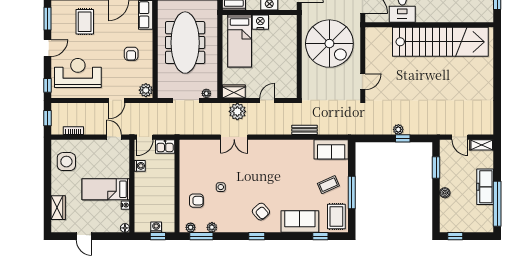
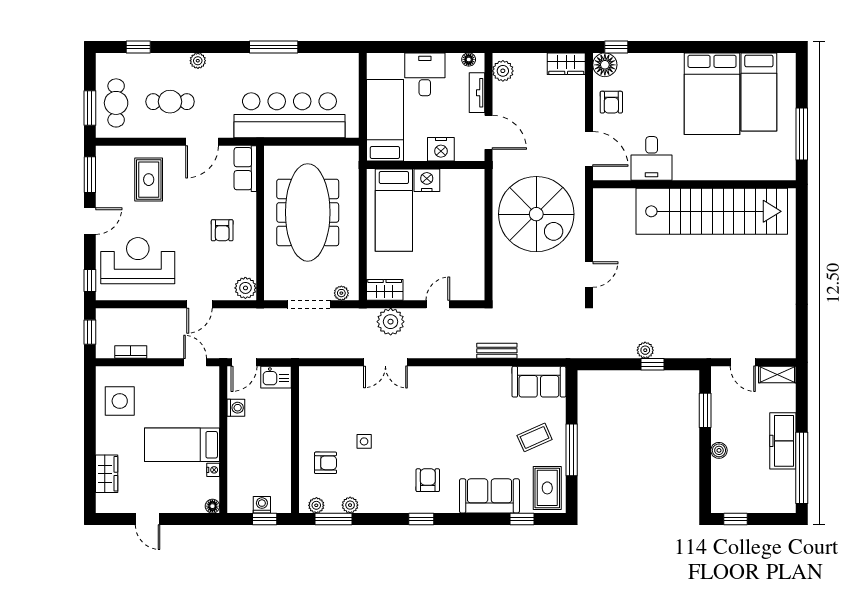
armchair: (261, 212) -> (428, 480), turned -139

